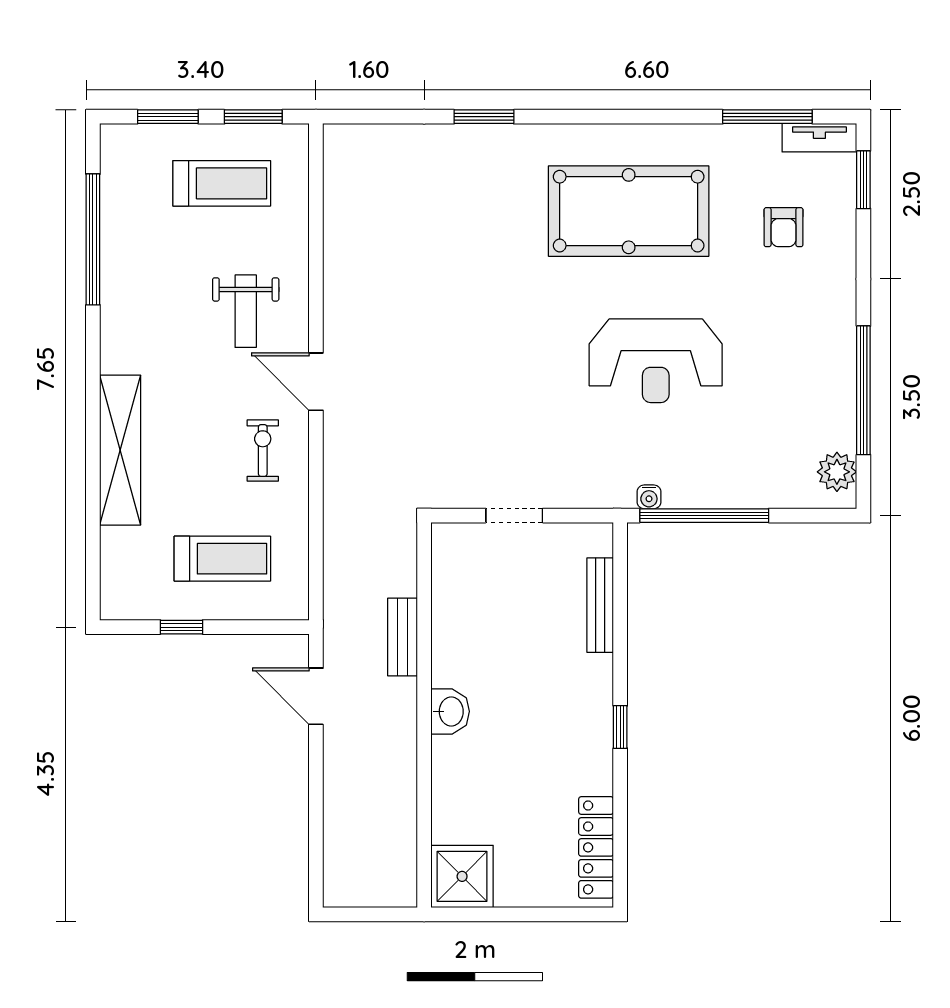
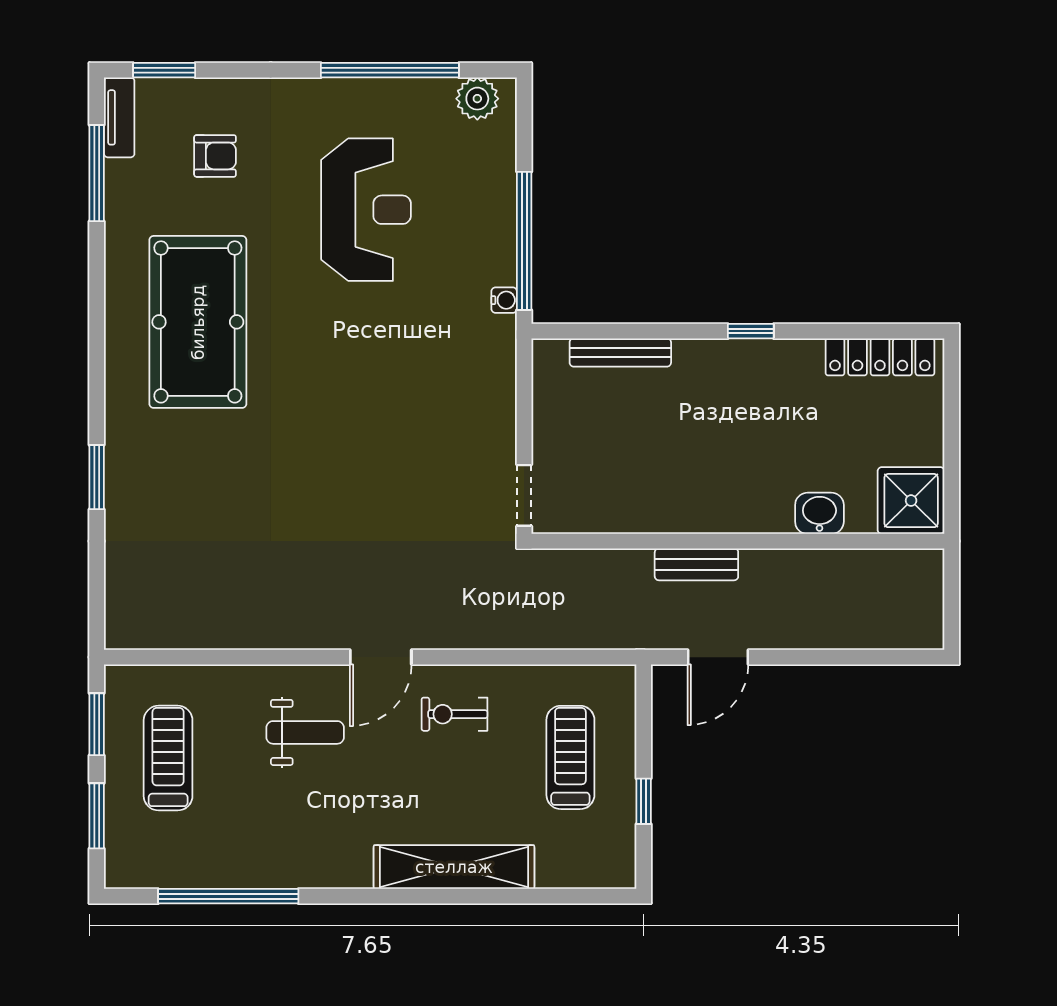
reception desk: (656, 361) -> (366, 210), moved
doorway: (514, 516) -> (524, 495), moved
bench: (403, 637) -> (696, 564), moved
washbasin: (450, 711) -> (819, 513), moved

